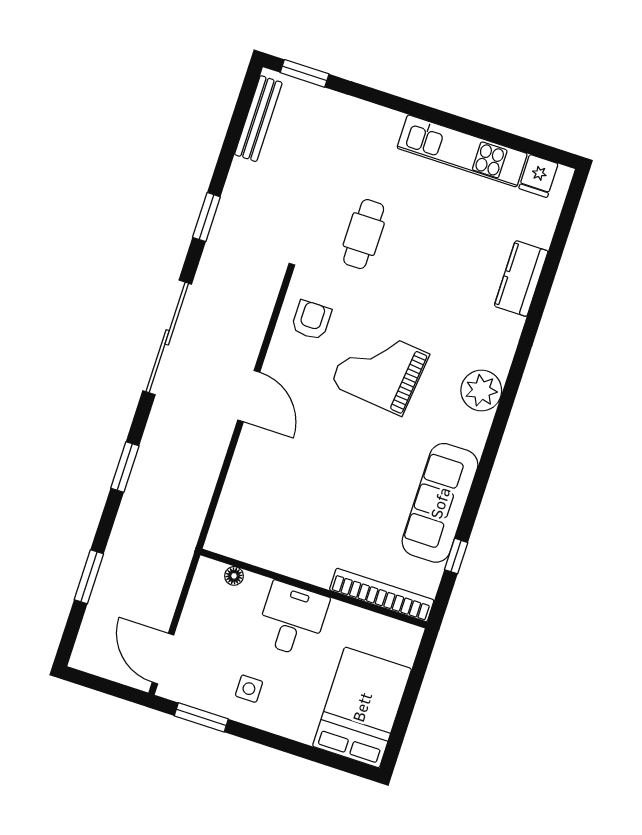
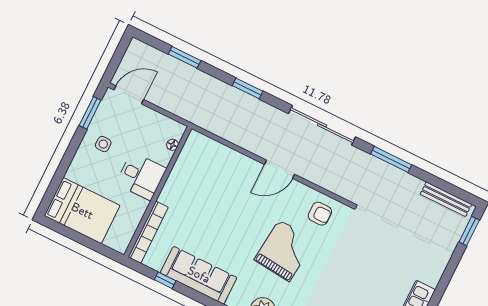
window: (206, 217) -> (391, 159), width x1.44
cafe table: (364, 234) -> (367, 253), removed

